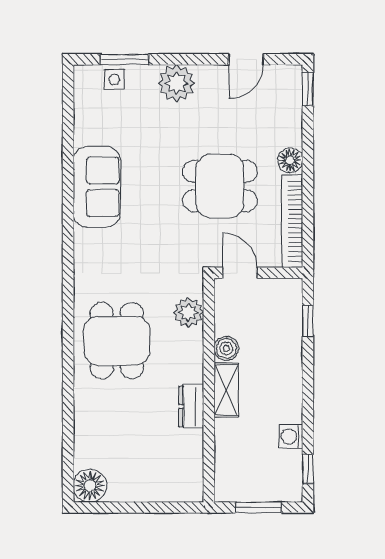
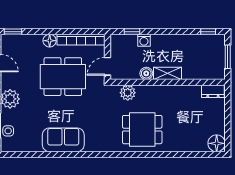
dining table: (220, 186) -> (63, 77), width x1.38
dresser: (191, 407) -> (213, 91), moved
washing machine: (291, 436) -> (144, 40), moved

